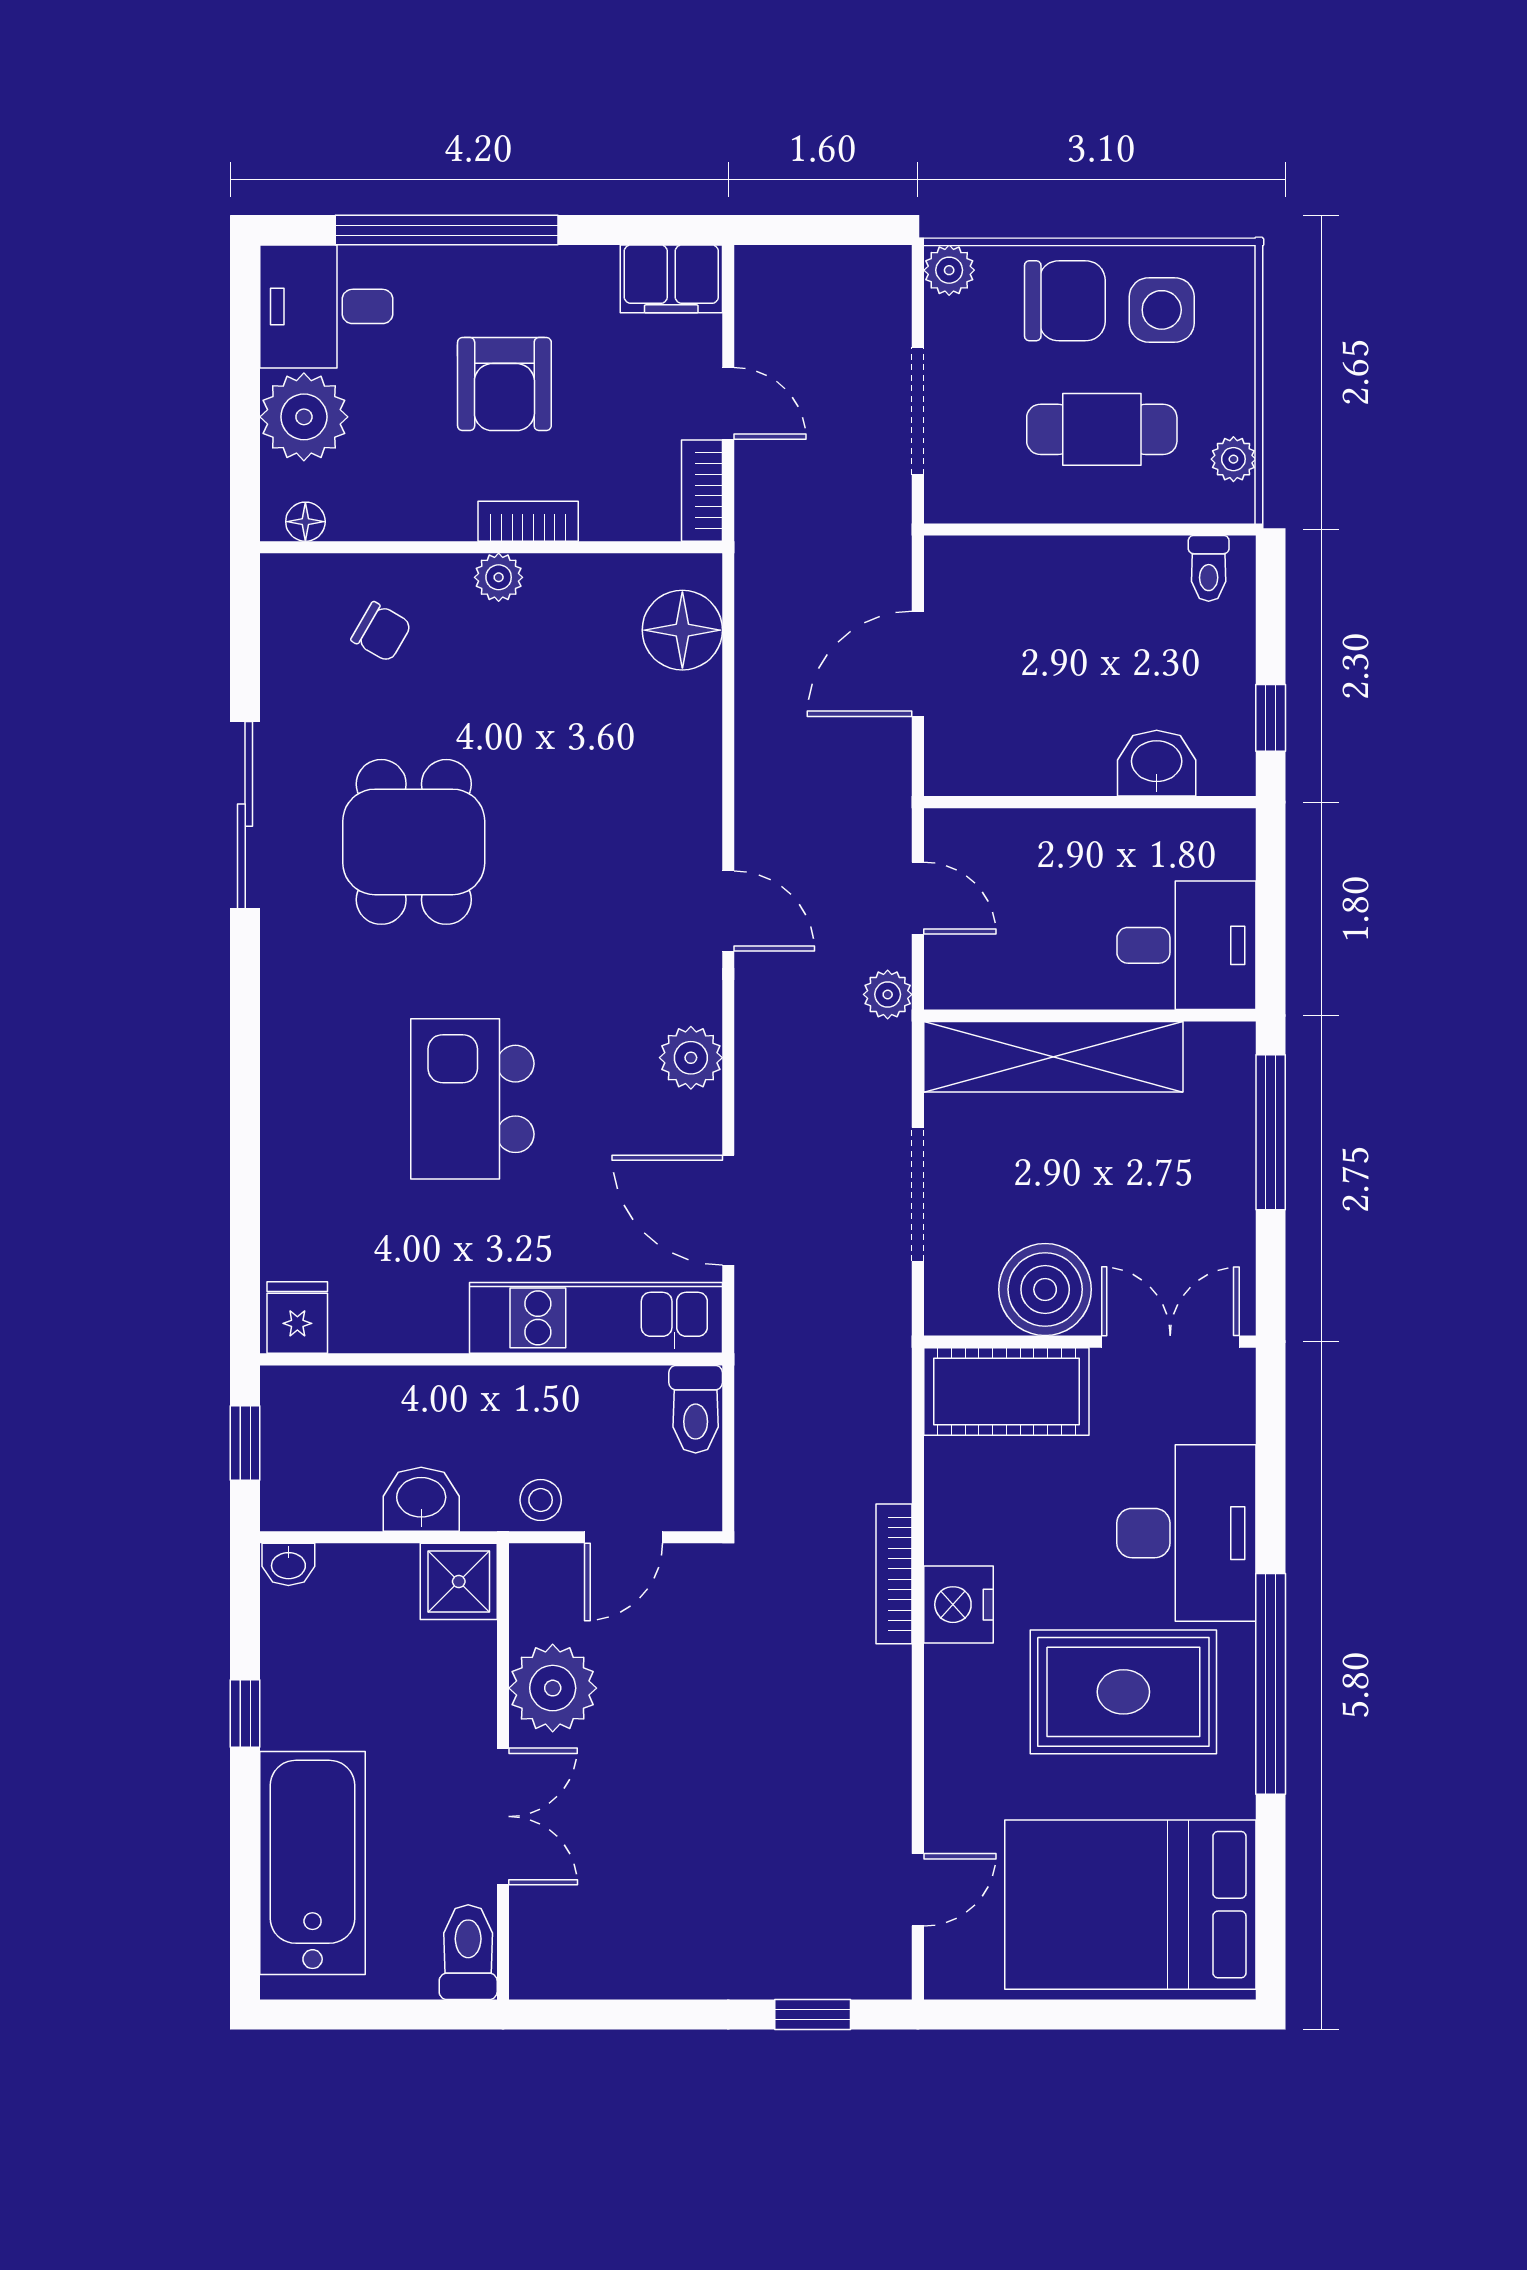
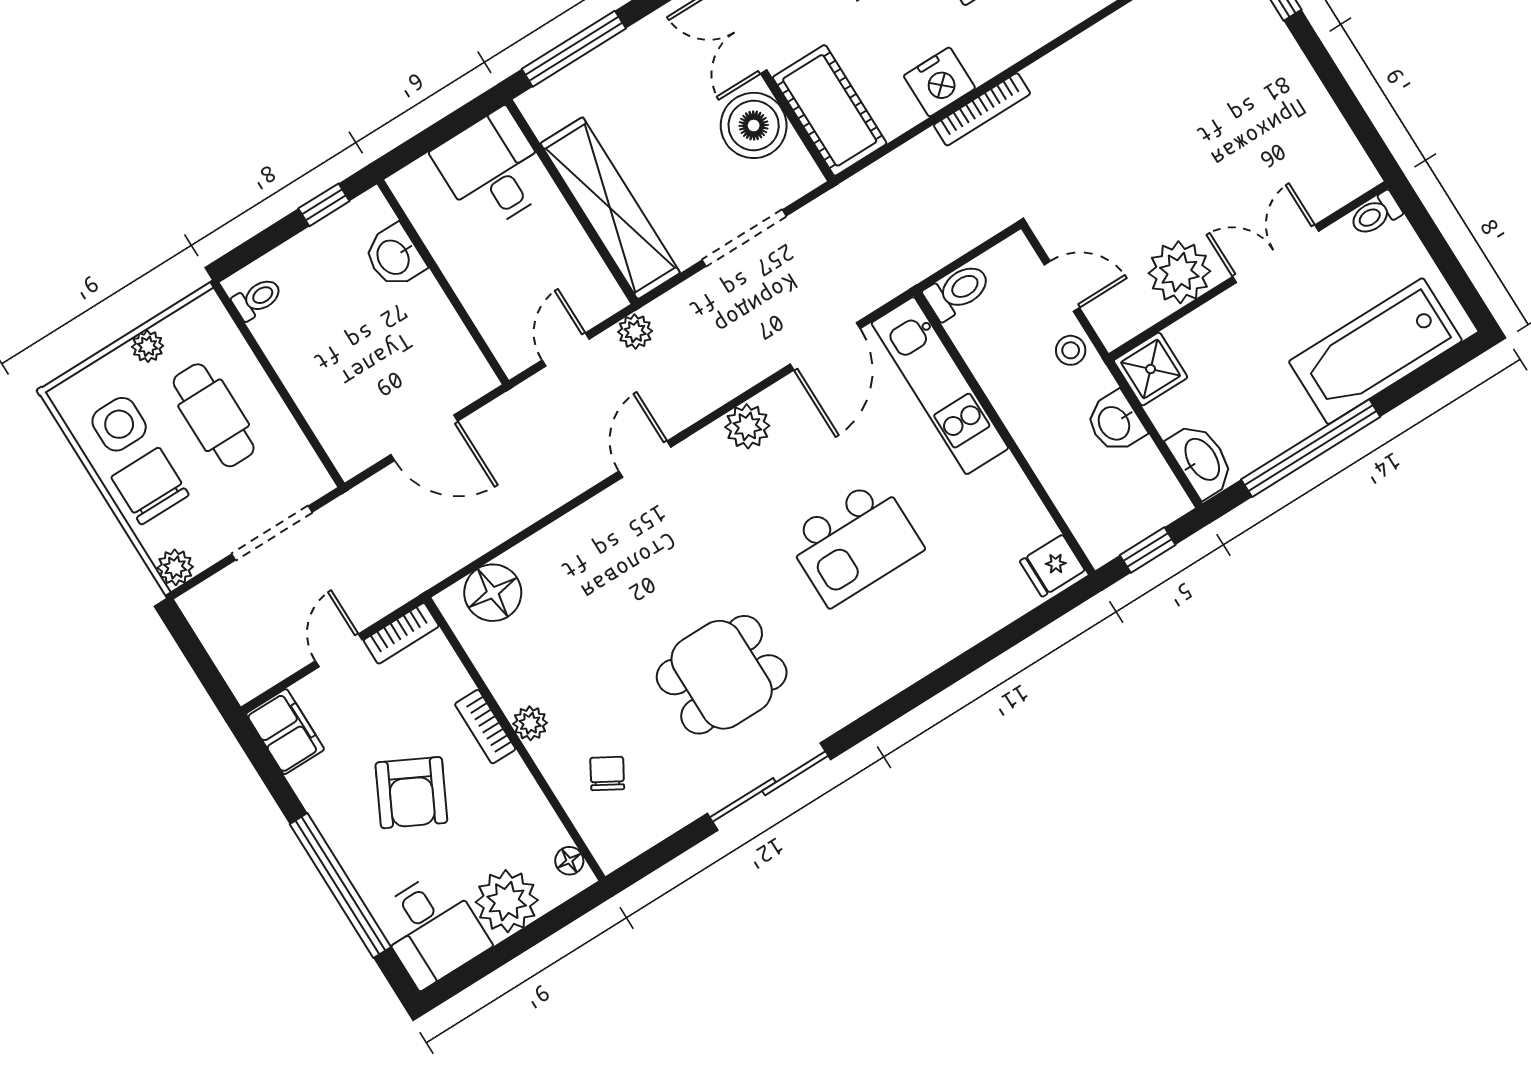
armchair: (504, 384) -> (411, 793), turned 117
plant: (1233, 459) -> (148, 346), moved
washbasin: (288, 1564) -> (1201, 460), width x1.91, depth x1.45
nightstand: (959, 1605) -> (939, 82), moved
window: (245, 1713) -> (1311, 448), width x3.17
toilet: (468, 1952) -> (1376, 214), width x0.73, depth x0.72

